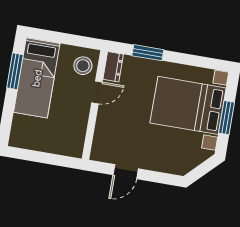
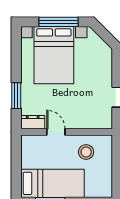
stool: (83, 66) -> (86, 152), moved
window: (227, 118) -> (58, 22), width x1.44

